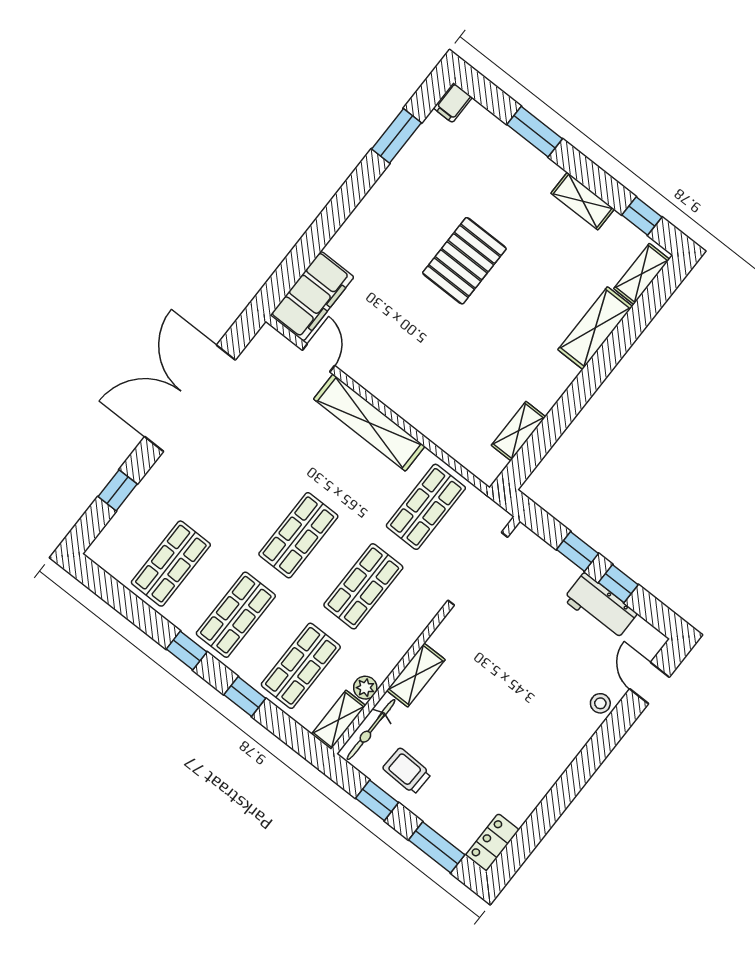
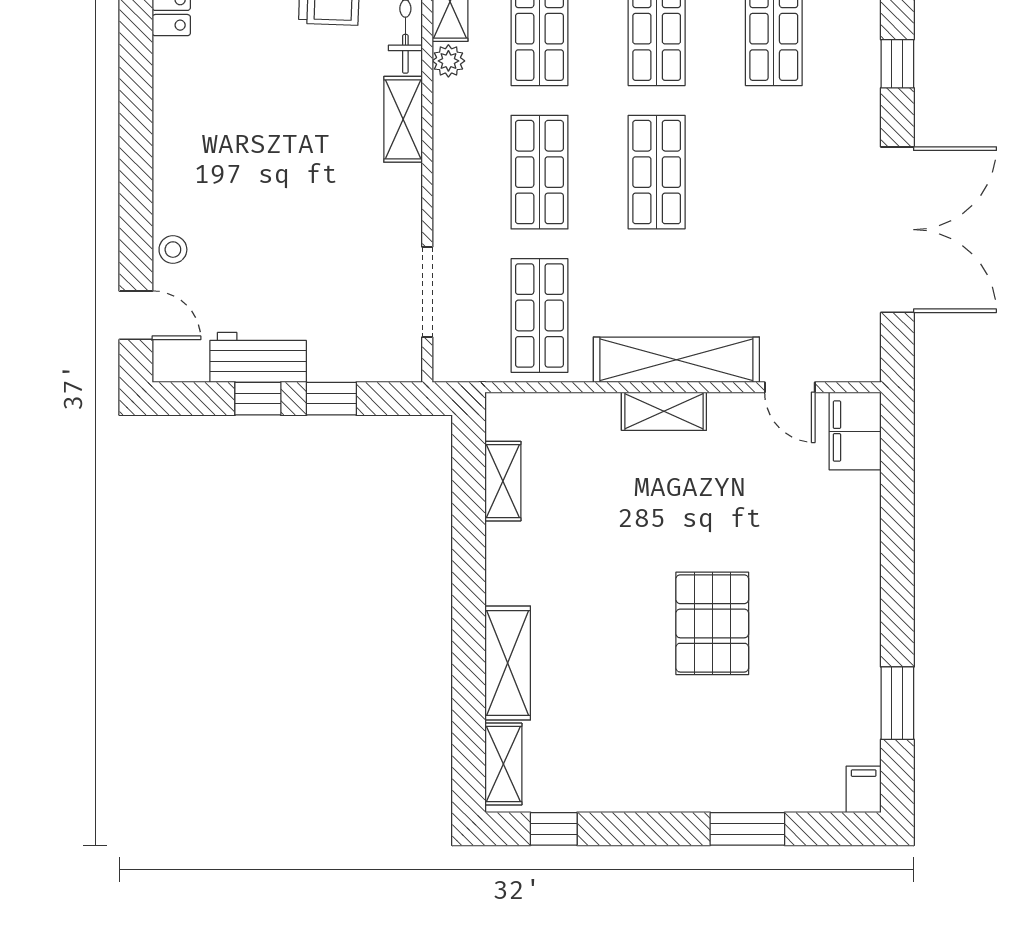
shelving: (583, 201) -> (664, 411), moved
filing cabinet: (312, 296) -> (855, 431), width x0.67, depth x0.86
doorway: (478, 569) -> (427, 292), width x0.73

